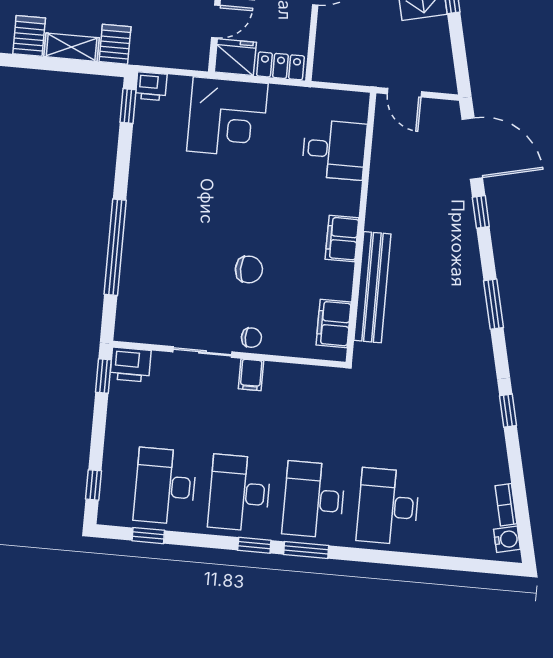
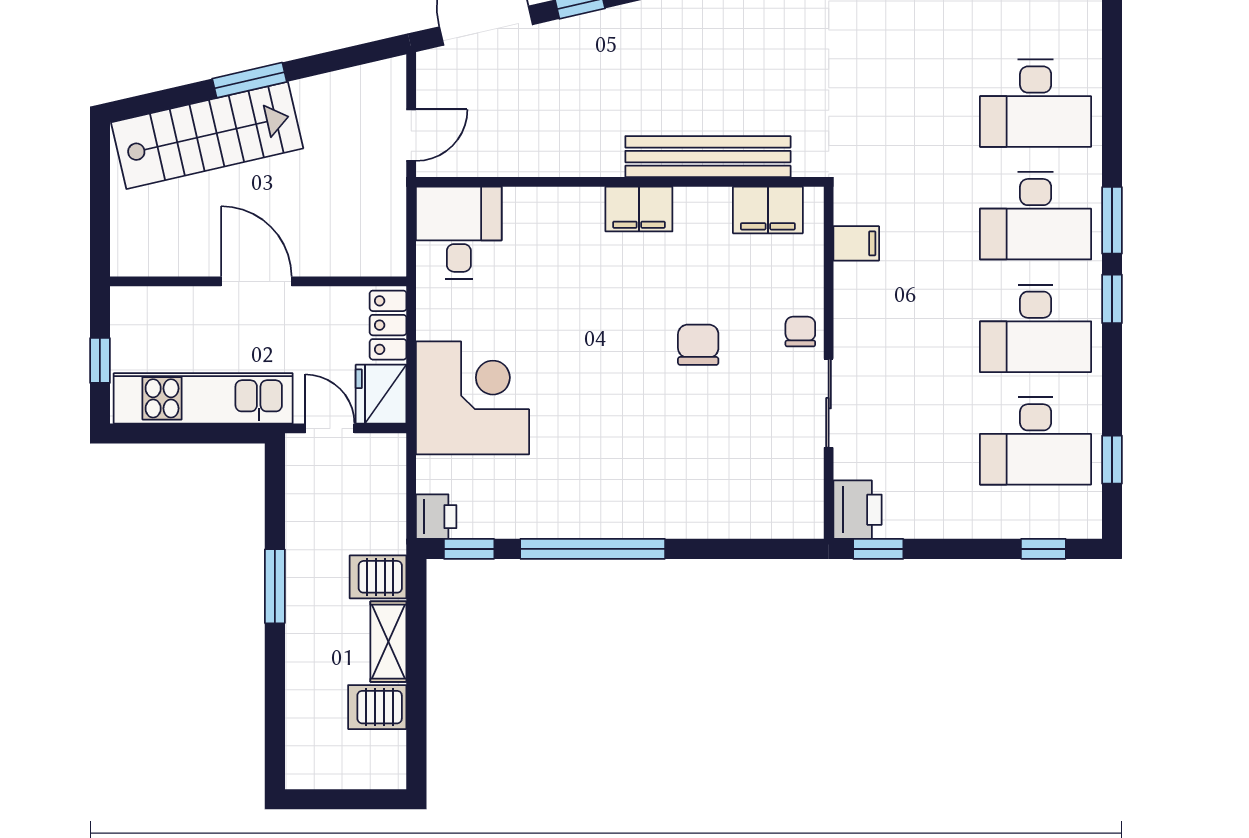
desk: (334, 150) -> (459, 233), moved
window: (115, 247) -> (593, 549), moved
filing cabinet: (251, 375) -> (856, 243), moved

